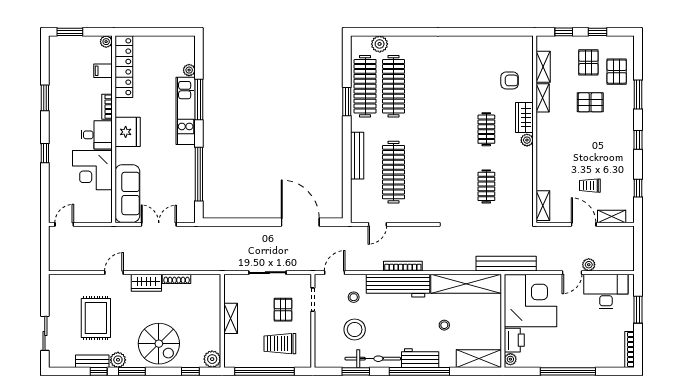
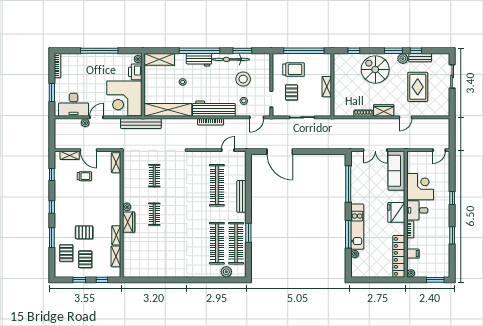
armchair: (510, 80) -> (139, 247), removed
plant: (212, 359) -> (339, 59), removed

